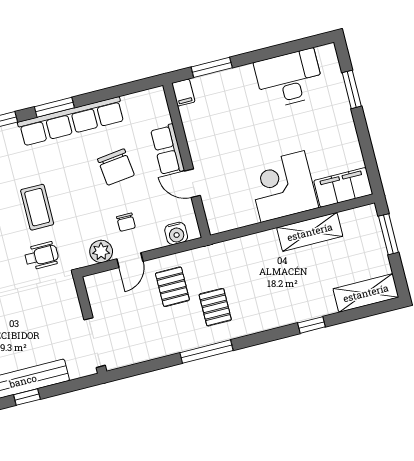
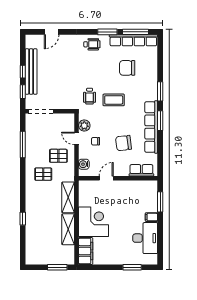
filing cabinet: (183, 93) -> (151, 217), moved
row of seats: (168, 150) -> (141, 170), moved
shelving: (366, 293) -> (68, 197), moved
window: (207, 352) -> (23, 144), moved
window: (66, 387) -> (23, 92), added

